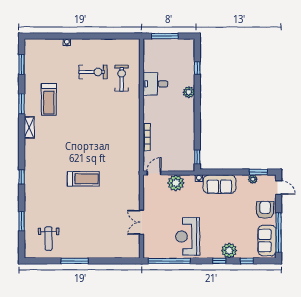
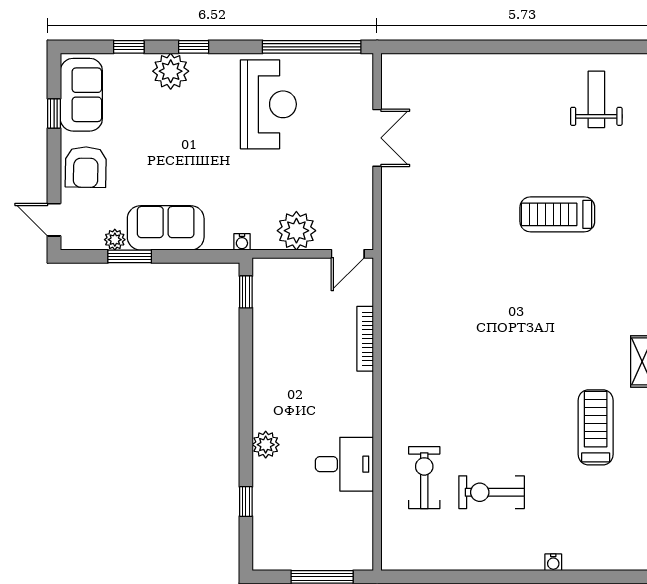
exercise bike: (122, 78) -> (424, 478), turned 180
window: (258, 172) -> (130, 256), moved
treadmill: (83, 179) -> (557, 214), moved
sofa: (219, 184) -> (166, 228), moved
window: (279, 233) -> (54, 113), width x0.32
window: (75, 261) -> (535, 47), removed

